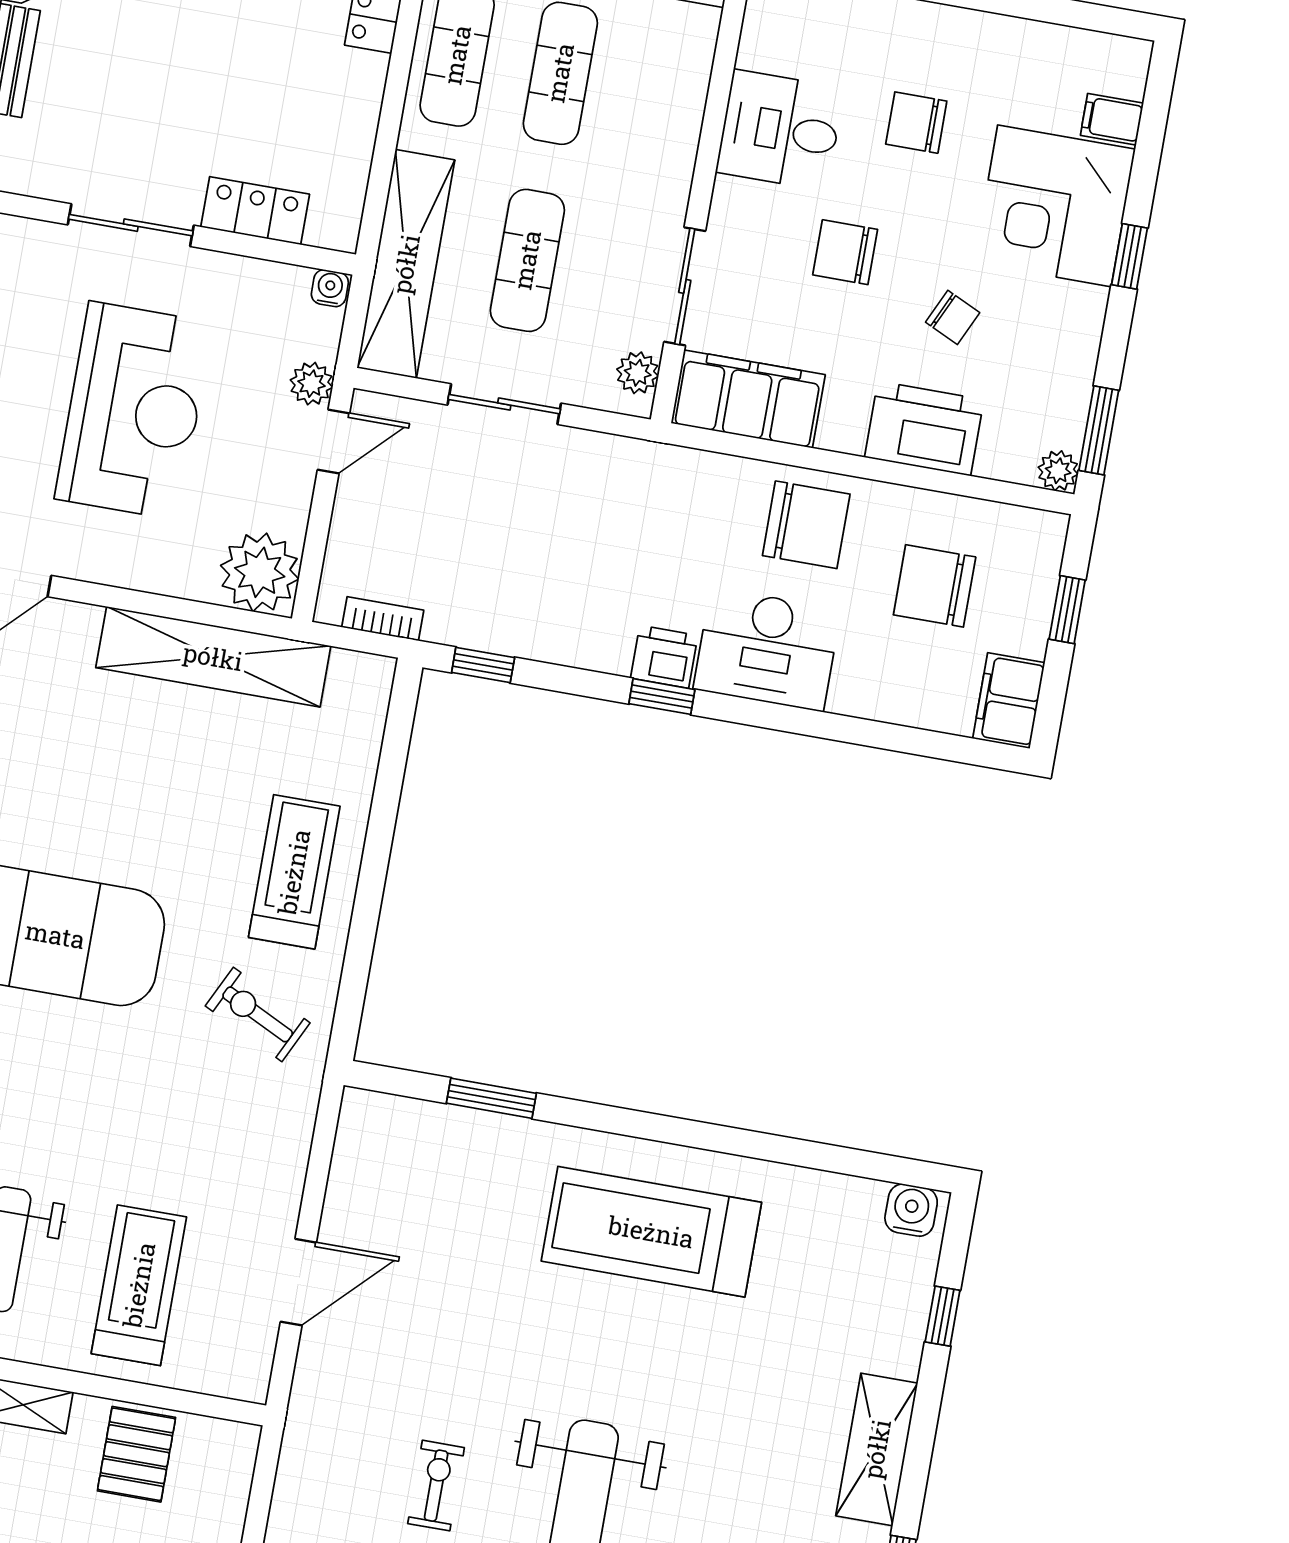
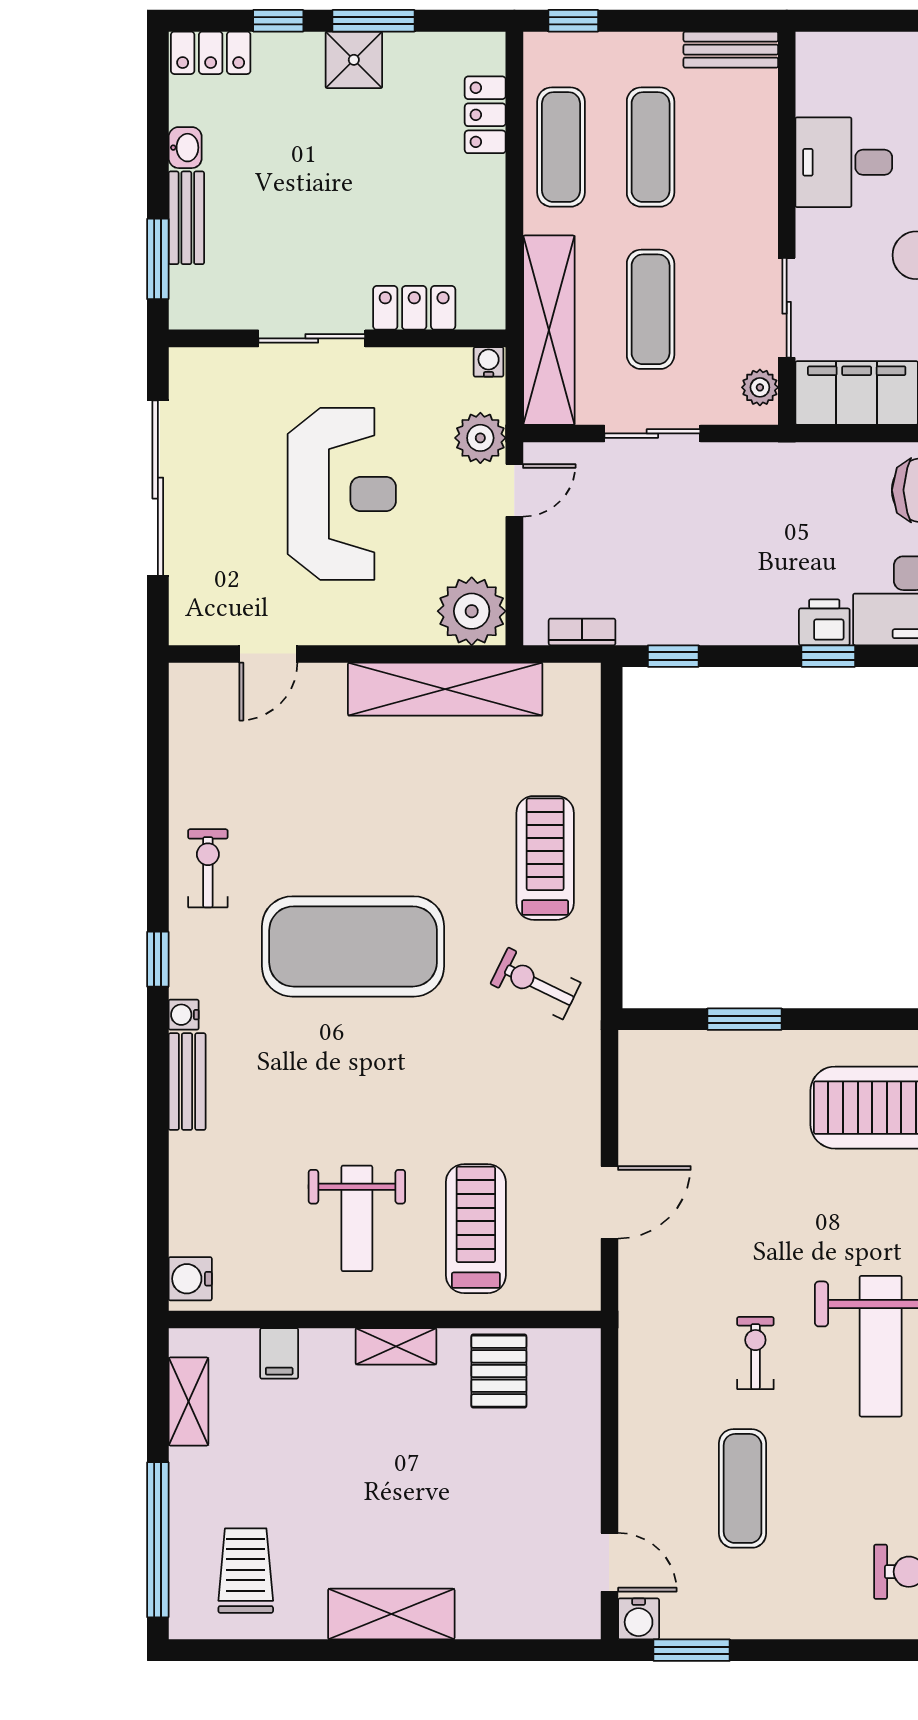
plant: (311, 384) -> (480, 438), width x1.38, depth x1.38

